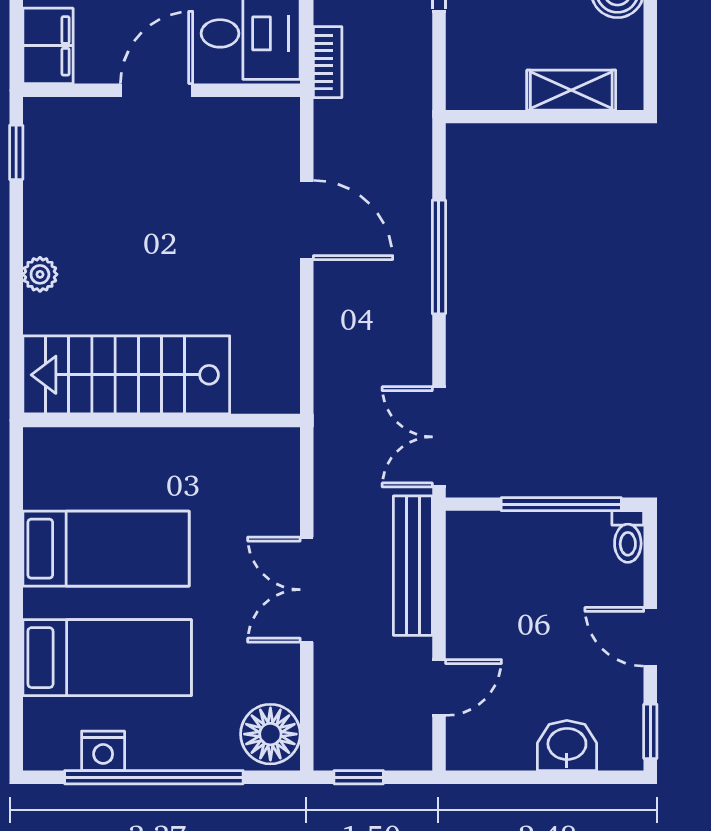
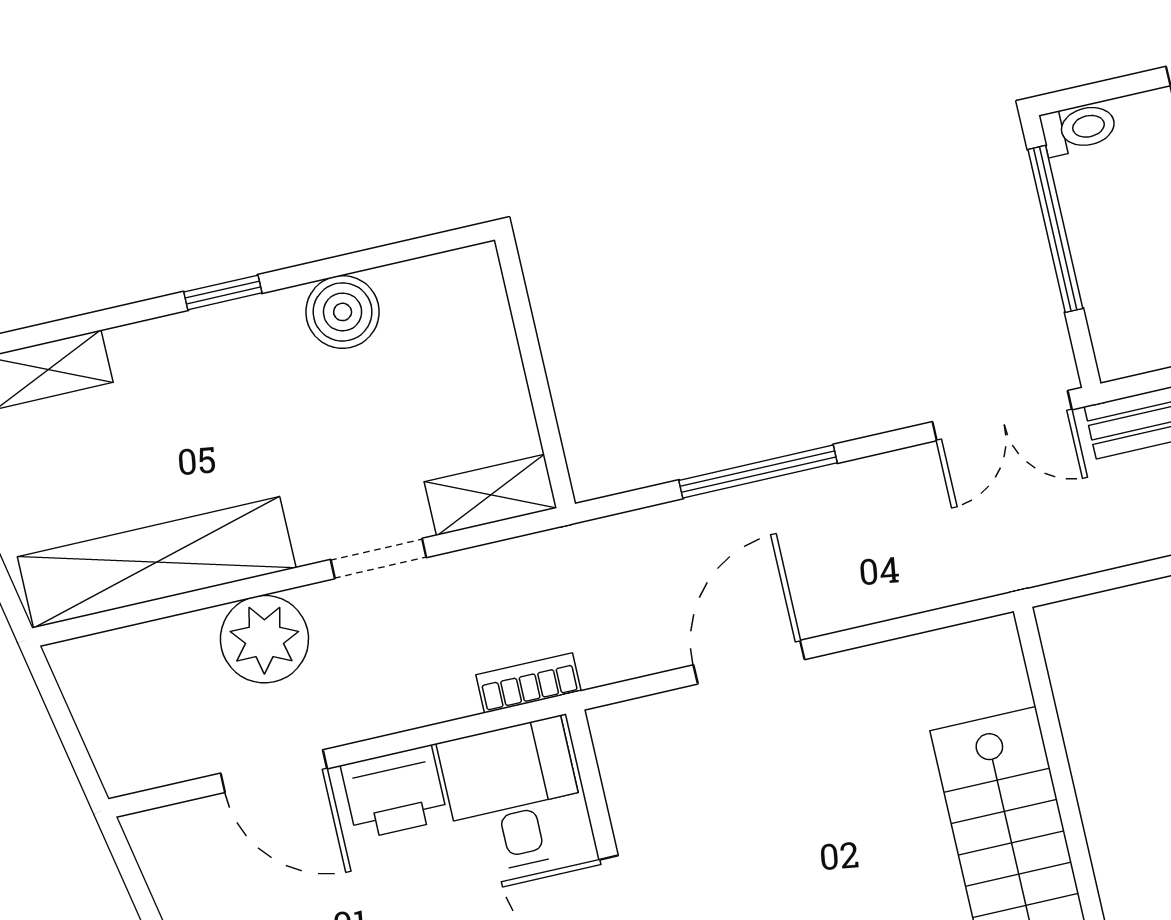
shelving: (571, 90) -> (491, 495), moved, turned 90

